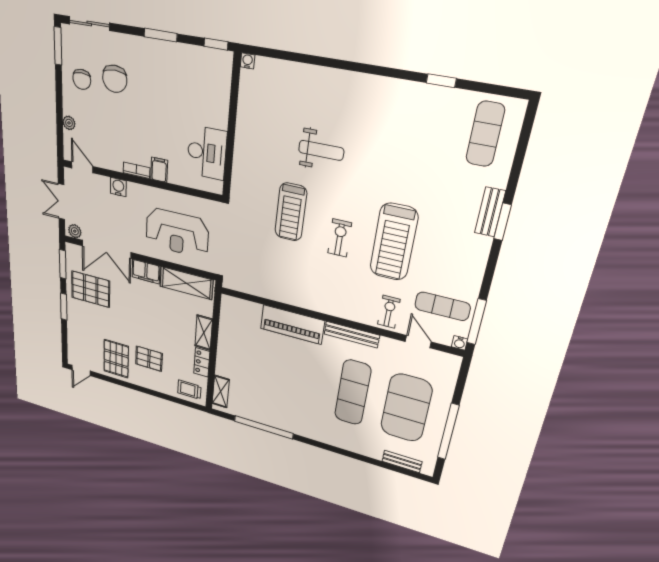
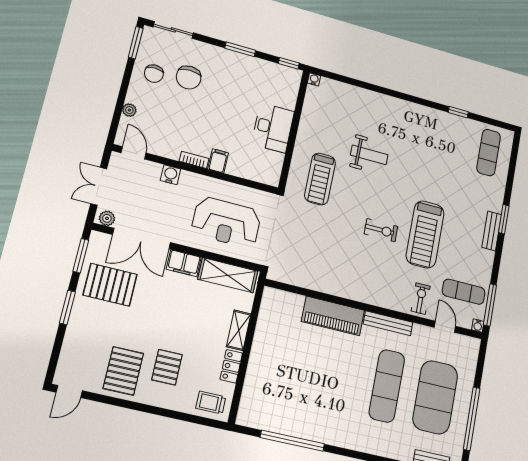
desk: (207, 153) -> (273, 128), moved
treadmill: (291, 212) -> (320, 179), moved
bench: (490, 212) -> (492, 231), moved
exercise bike: (340, 238) -> (381, 230), turned 90
pallet: (149, 359) -> (167, 367), turned 90
shelving: (221, 392) -> (248, 401), removed

